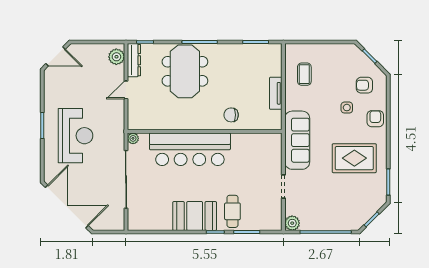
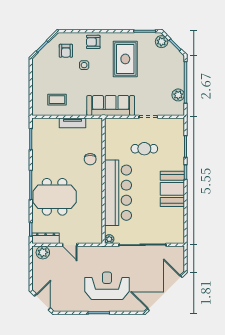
plant: (376, 203) -> (162, 42), added
cafe table: (232, 211) -> (144, 149), moved
plant: (292, 223) -> (178, 95), moved

